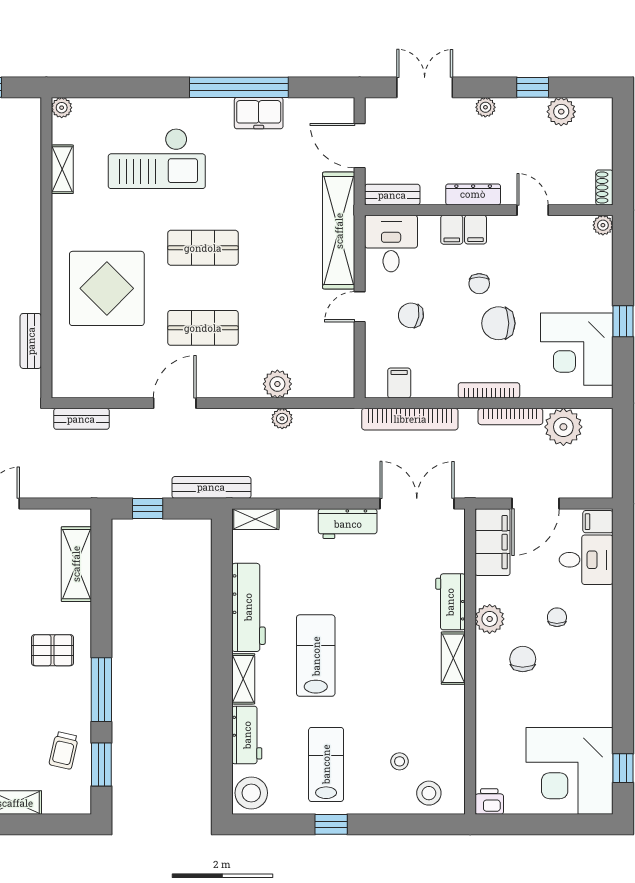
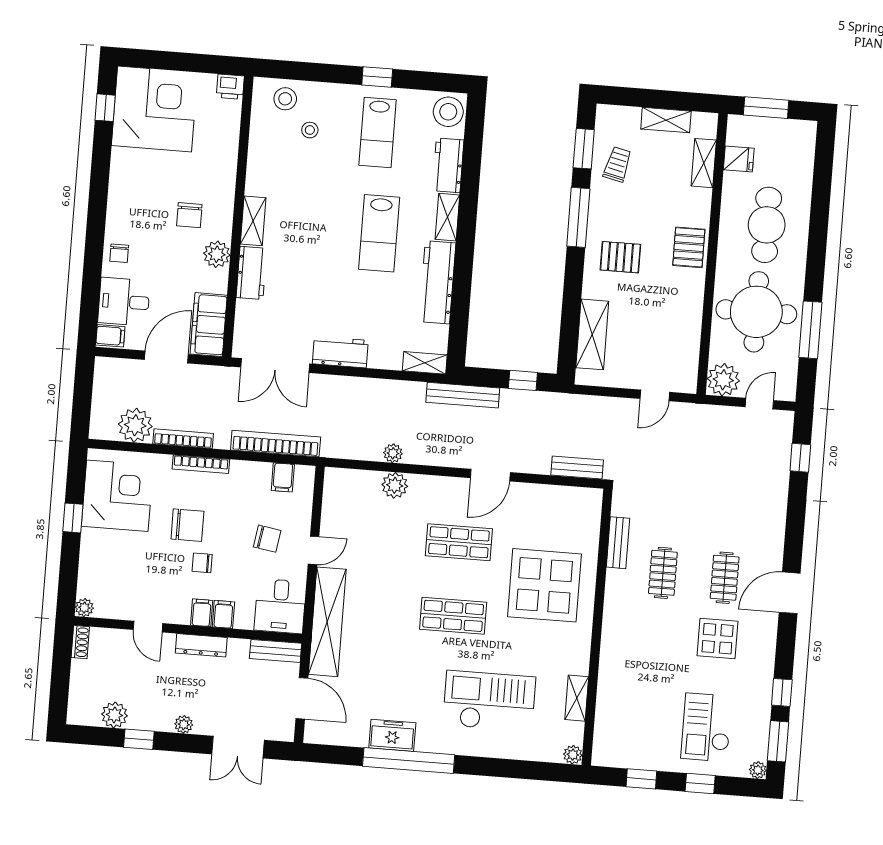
chair: (479, 284) -> (202, 563), turned -90
chair: (557, 617) -> (119, 253), moved

